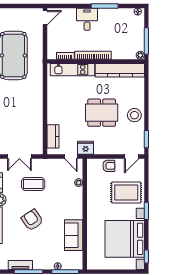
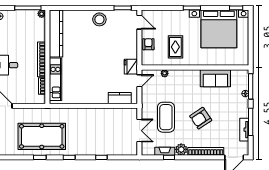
dining table: (102, 113) -> (97, 51), removed
coffee table: (33, 184) -> (166, 117), width x1.36, depth x1.32
rug: (126, 193) -> (175, 47), moved, width x0.73, depth x0.70

